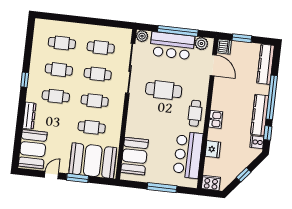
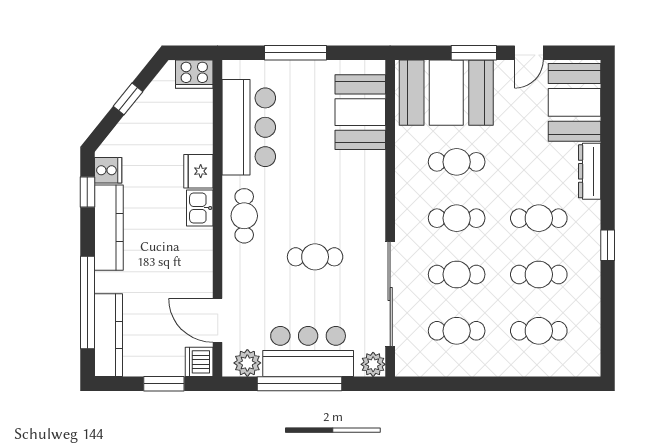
cafe table: (164, 90) -> (315, 257), width x0.73, depth x0.74
window: (272, 97) -> (87, 303), moved
fridge: (213, 149) -> (198, 171), moved

